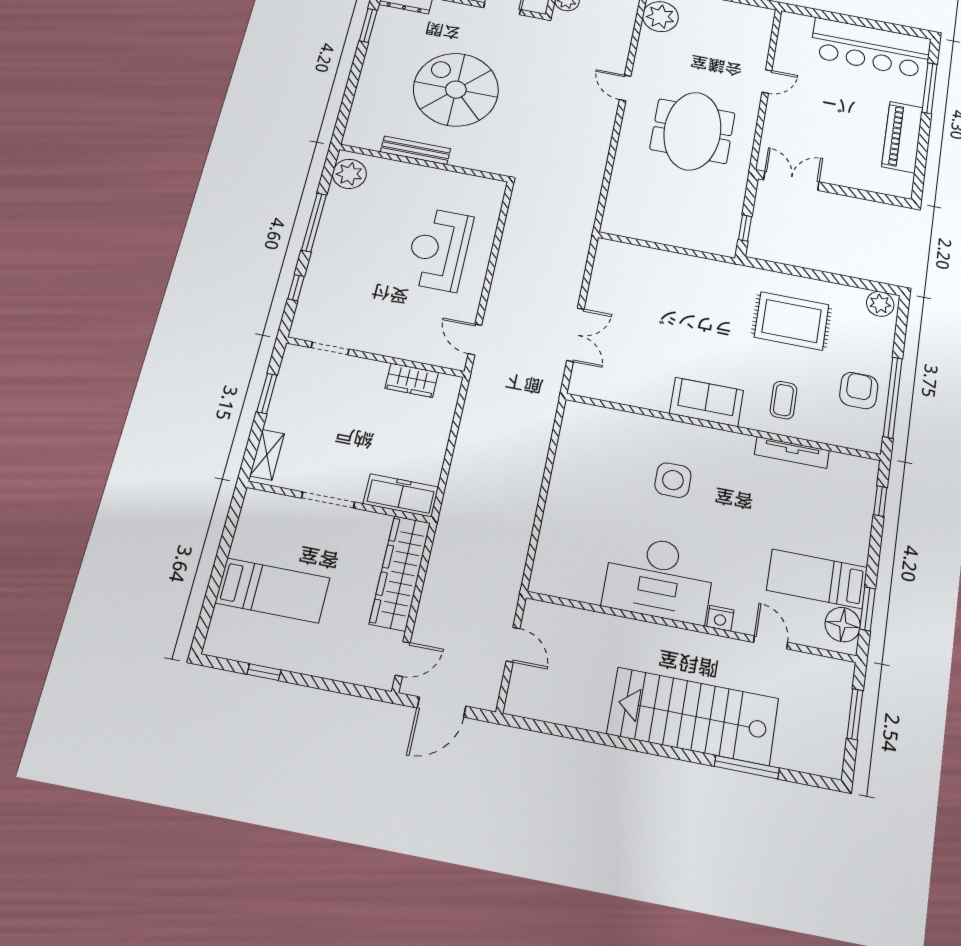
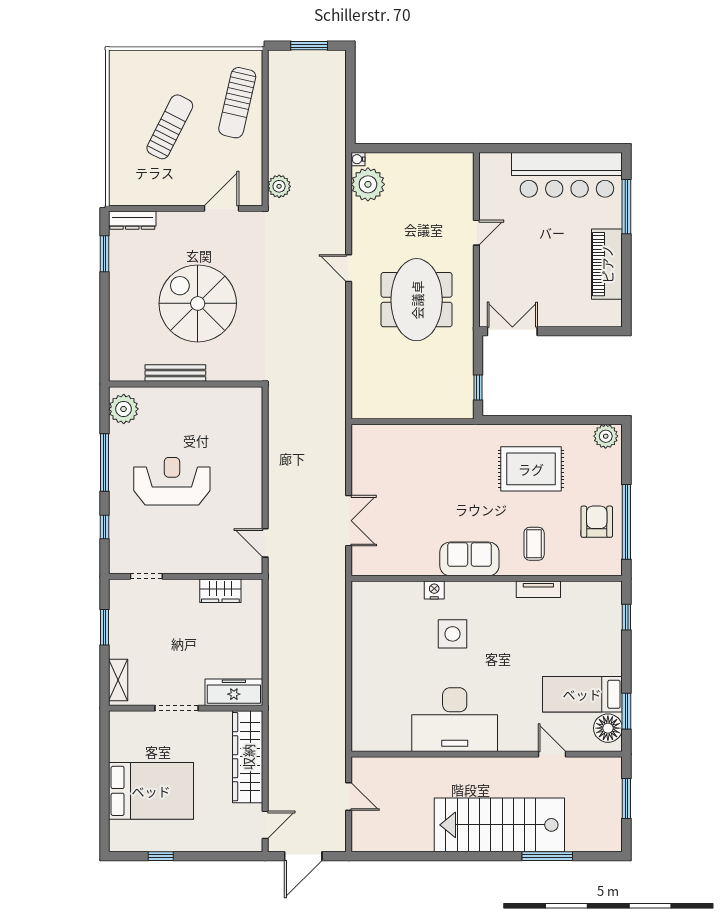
reception desk: (439, 250) -> (172, 481), moved, turned 90
tv unit: (792, 452) -> (538, 589), width x0.71
bed: (272, 590) -> (151, 791), width x1.50
nightstand: (720, 618) -> (434, 590), moved, turned 180

